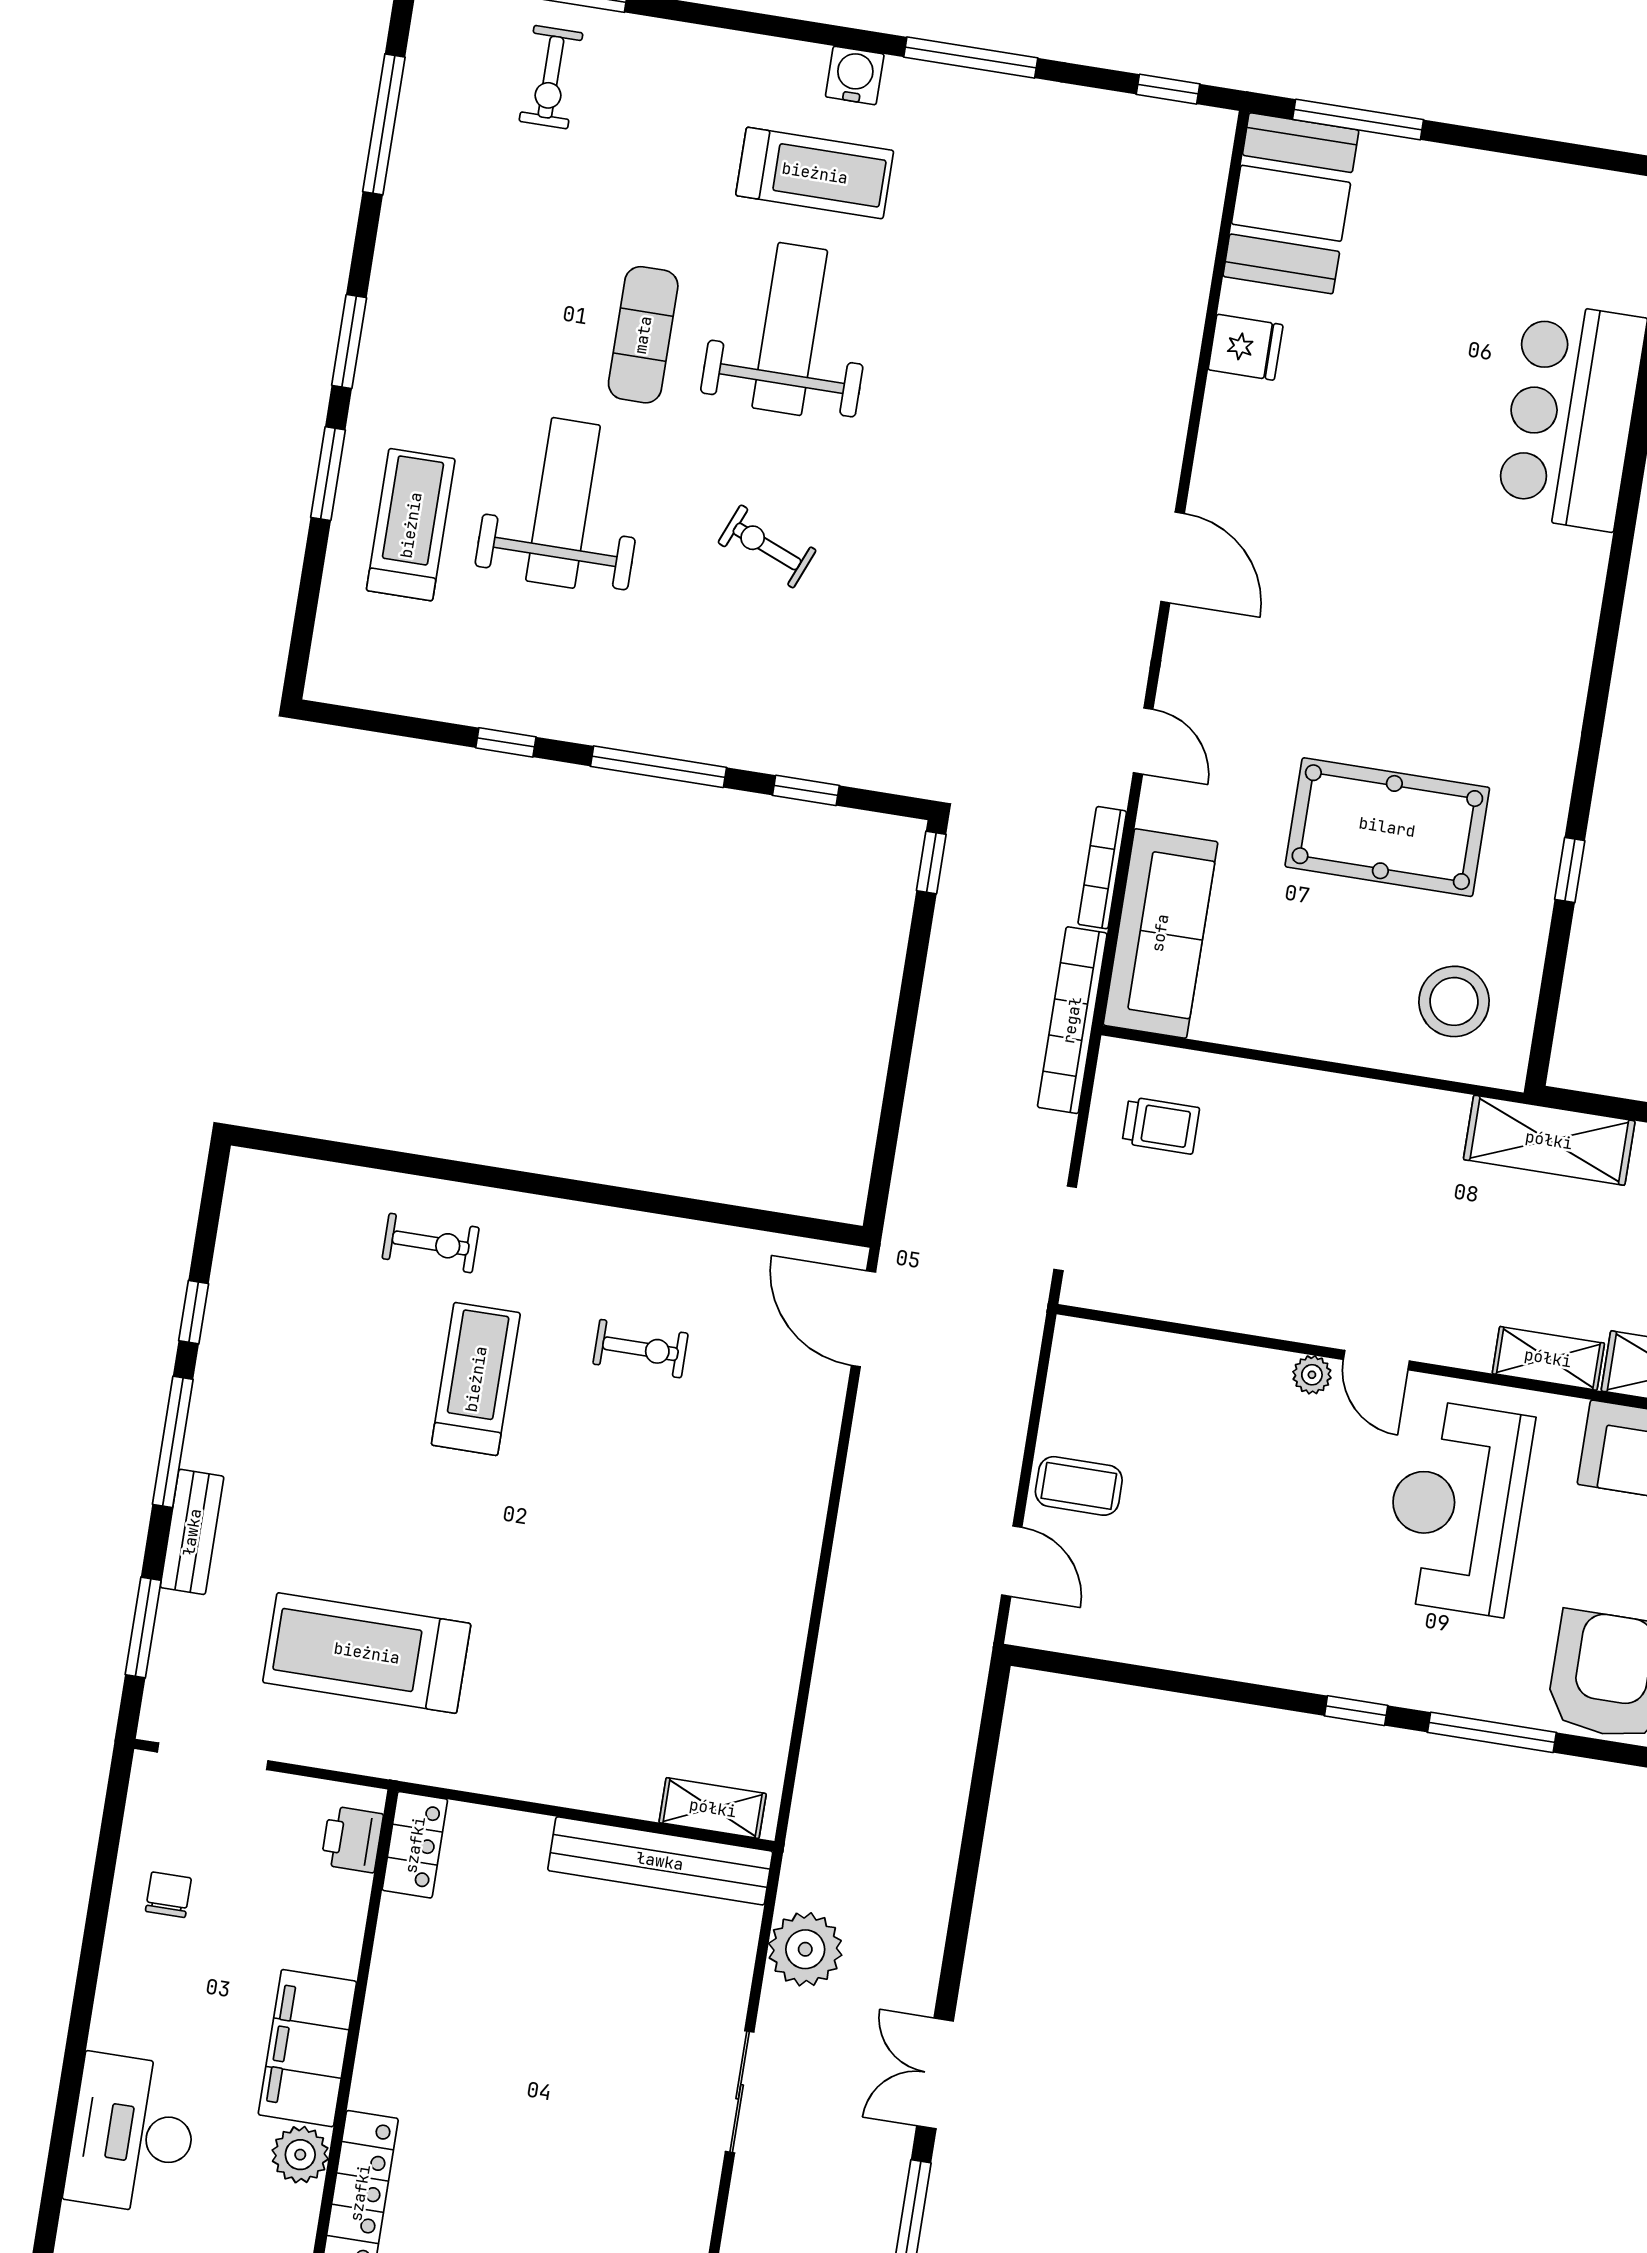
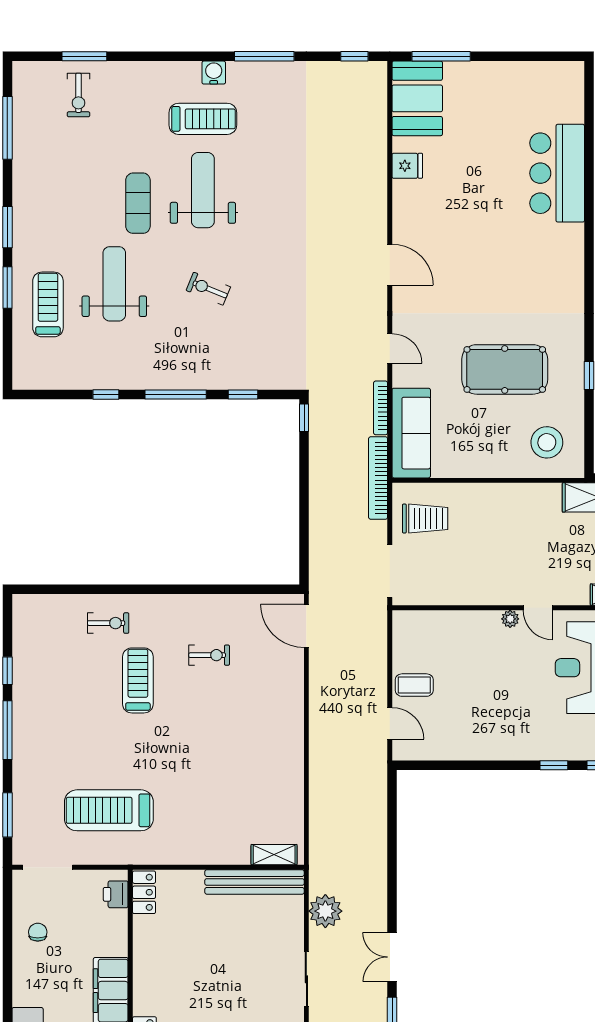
trolley: (1161, 1125) -> (425, 519), width x1.36, depth x1.39
doorway: (1065, 1228) -> (390, 571), width x1.38
bench: (192, 1532) -> (22, 769), removed

